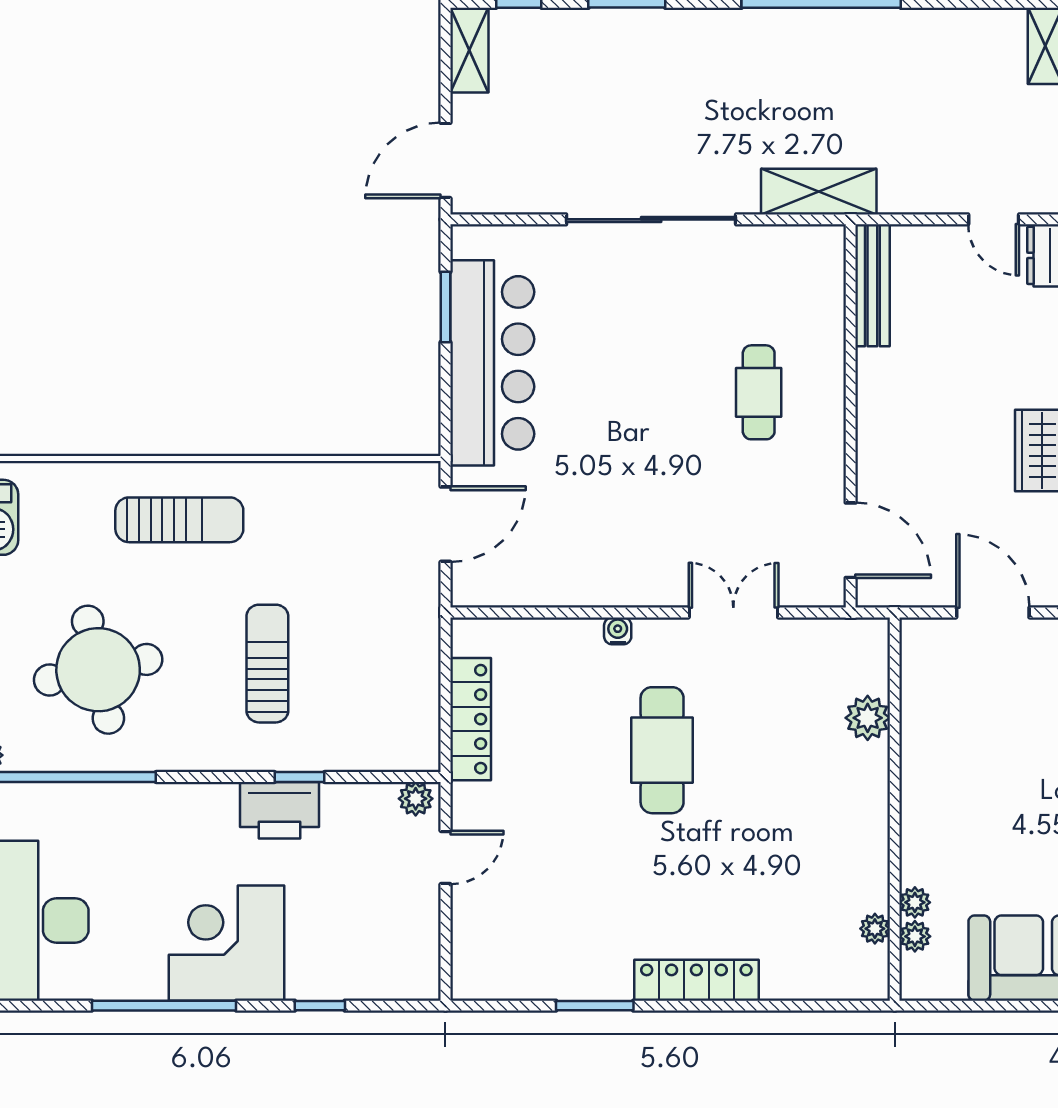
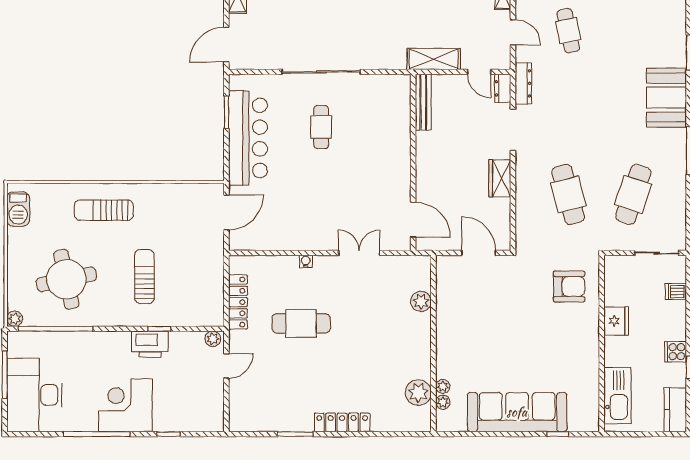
shelving: (819, 192) -> (434, 59), moved
cafe table: (759, 392) -> (321, 127), moved
sun lounger: (179, 520) -> (104, 210), turned 180
cafe table: (662, 750) -> (301, 323), moved, turned 90
plant: (875, 929) -> (418, 393), width x1.87, depth x1.87

